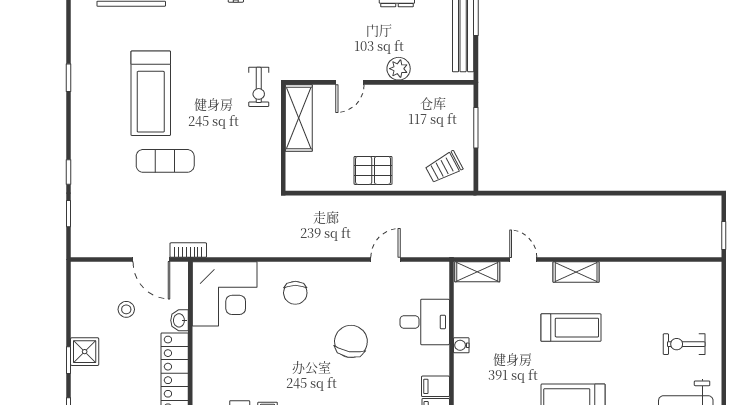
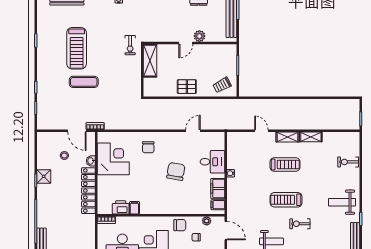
door: (350, 82) -> (186, 43), moved
shelving: (477, 272) -> (311, 137), moved
corner desk: (225, 294) -> (113, 159), moved, turned -90
exercise bike: (684, 344) -> (348, 162), moved
filing cabinet: (435, 386) -> (218, 189), width x2.00

